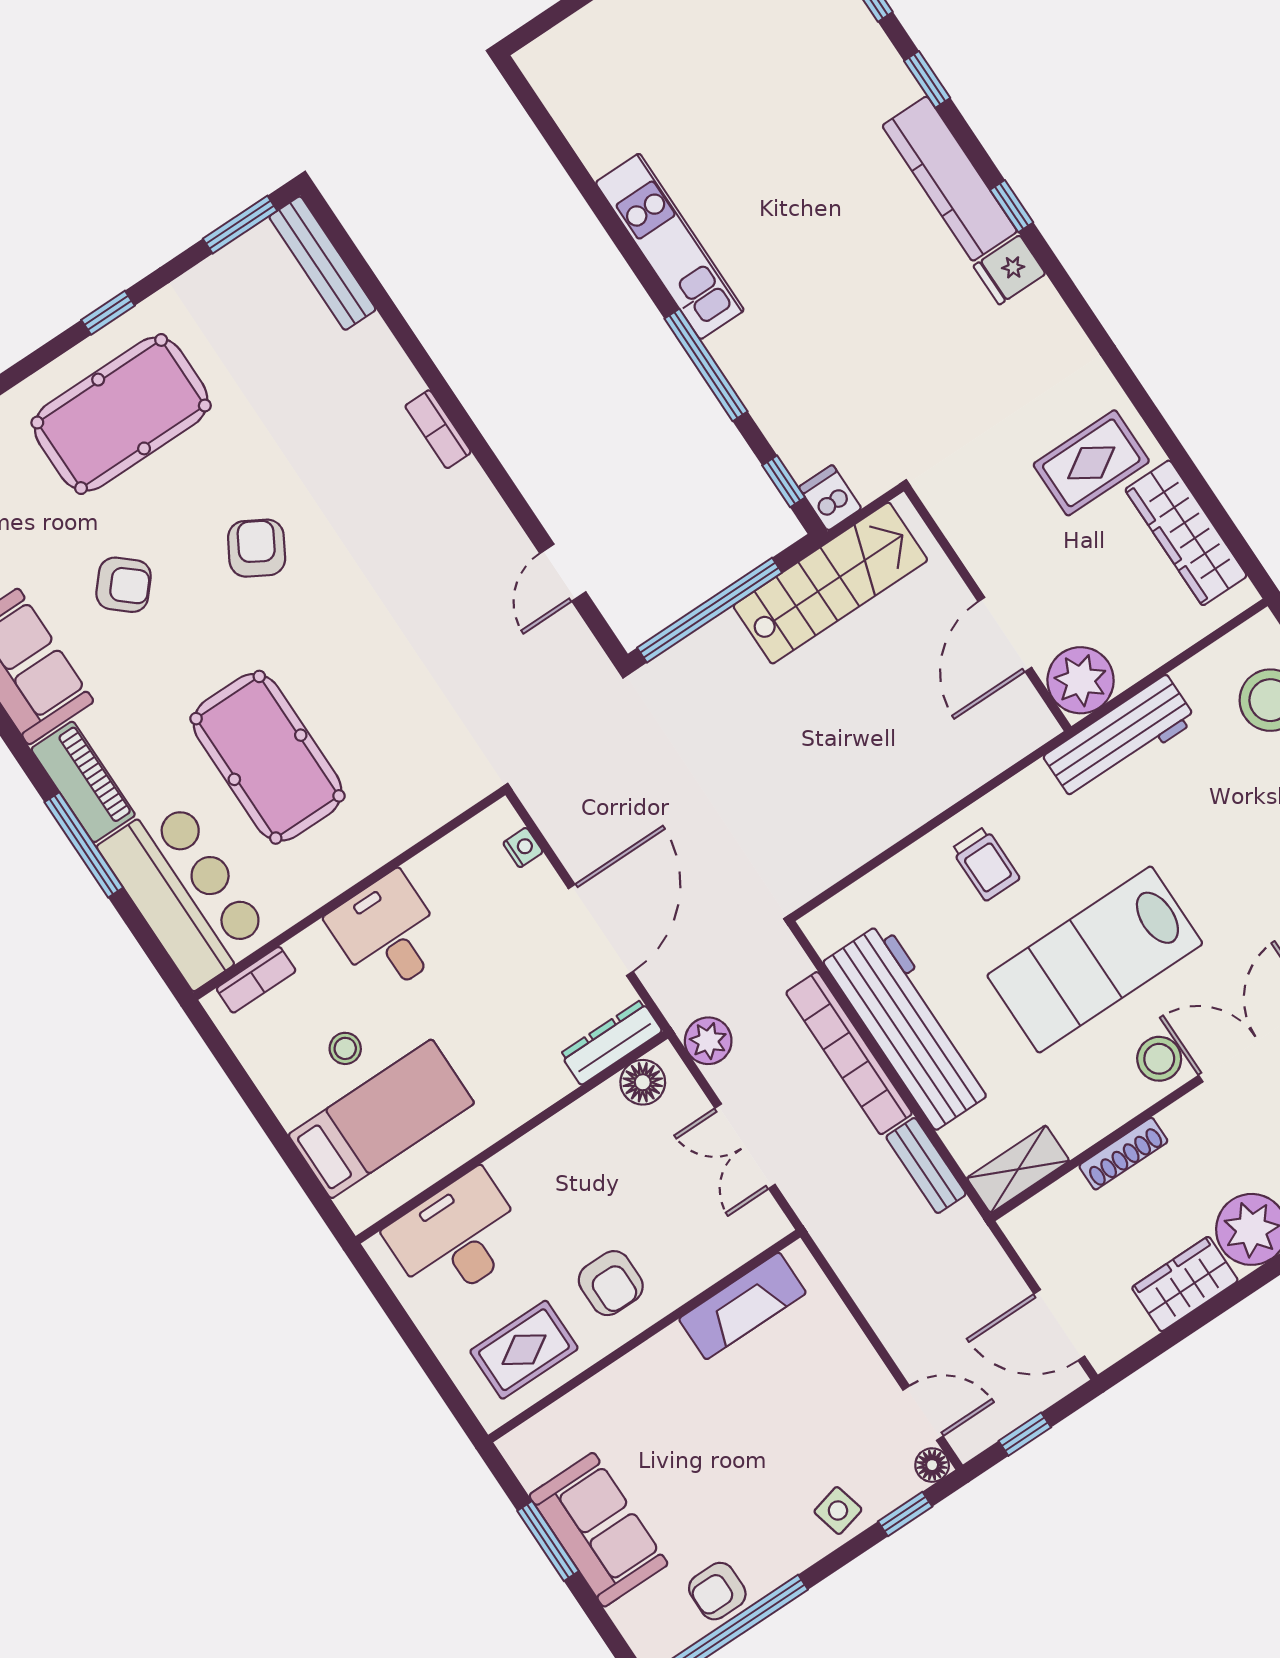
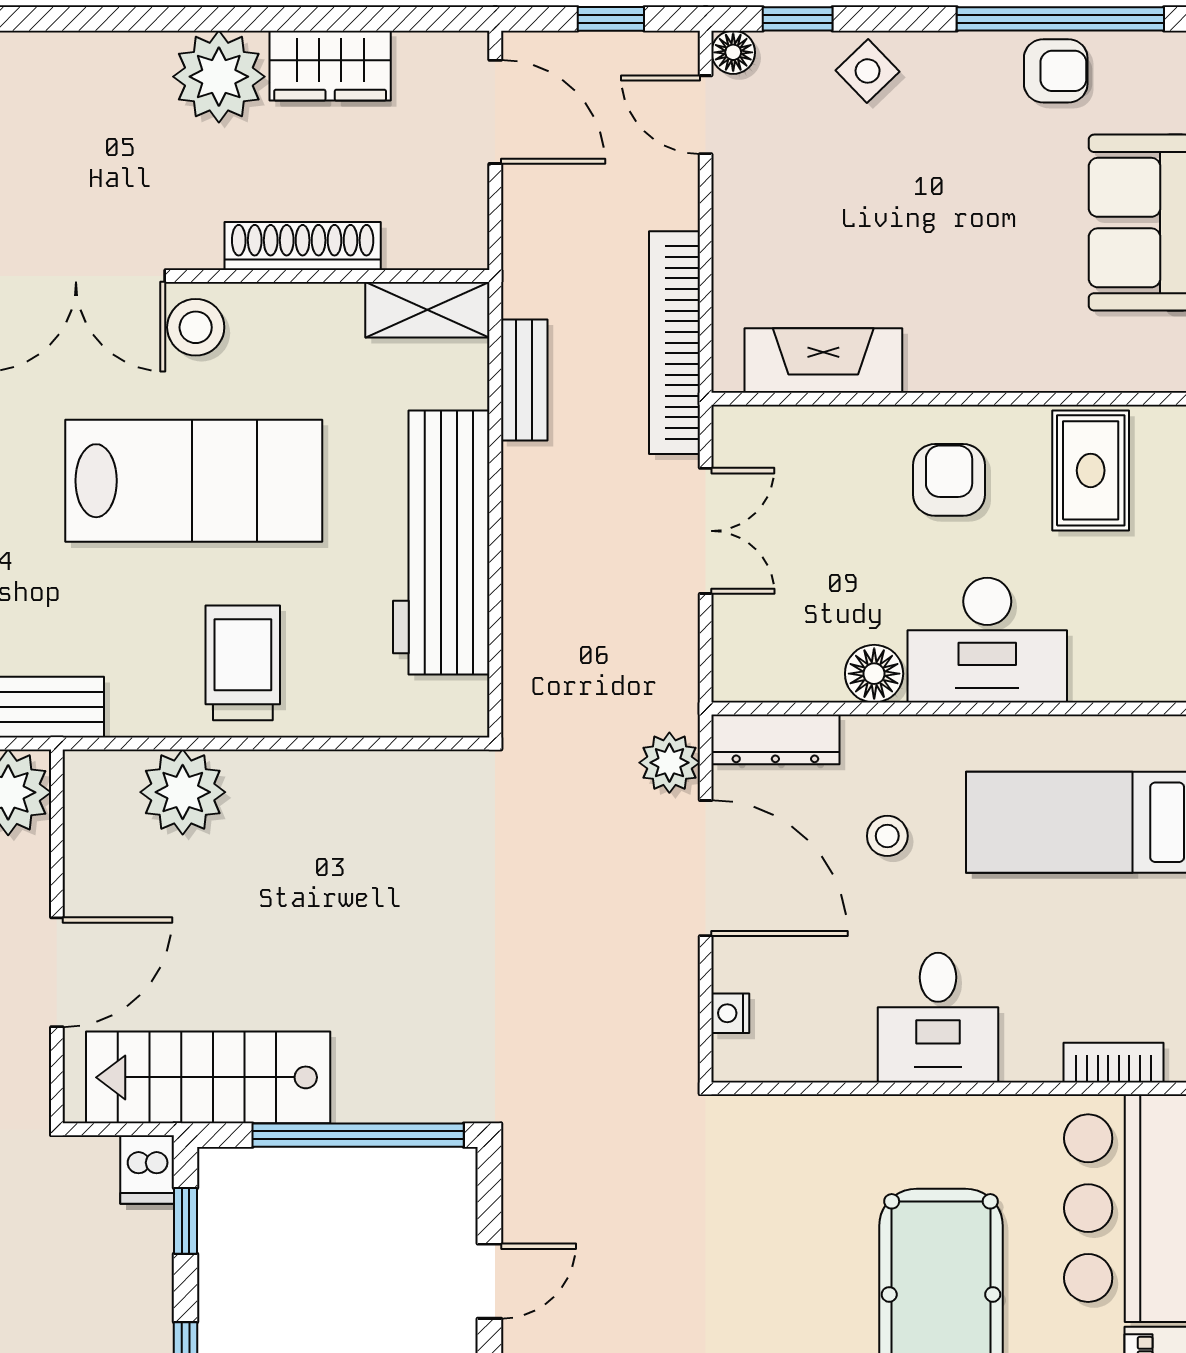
door: (1005, 634) -> (57, 972), moved
plant: (969, 755) -> (183, 792), added
trolley: (985, 864) -> (243, 663), width x1.36, depth x1.39
door: (601, 930) -> (706, 868), swing flipped
plant: (708, 1041) -> (669, 763), moved
stool: (345, 1048) -> (887, 836), moved
bookcase: (849, 1053) -> (674, 343), moved, turned 180
floor lamp: (643, 1082) -> (874, 674), moved
shoe rack: (1123, 1154) -> (303, 246), width x1.36, depth x1.24
desk: (457, 1237) -> (987, 640), moved
rug: (524, 1350) -> (1091, 470), turned 90
side table: (838, 1511) -> (868, 71), turned -30

